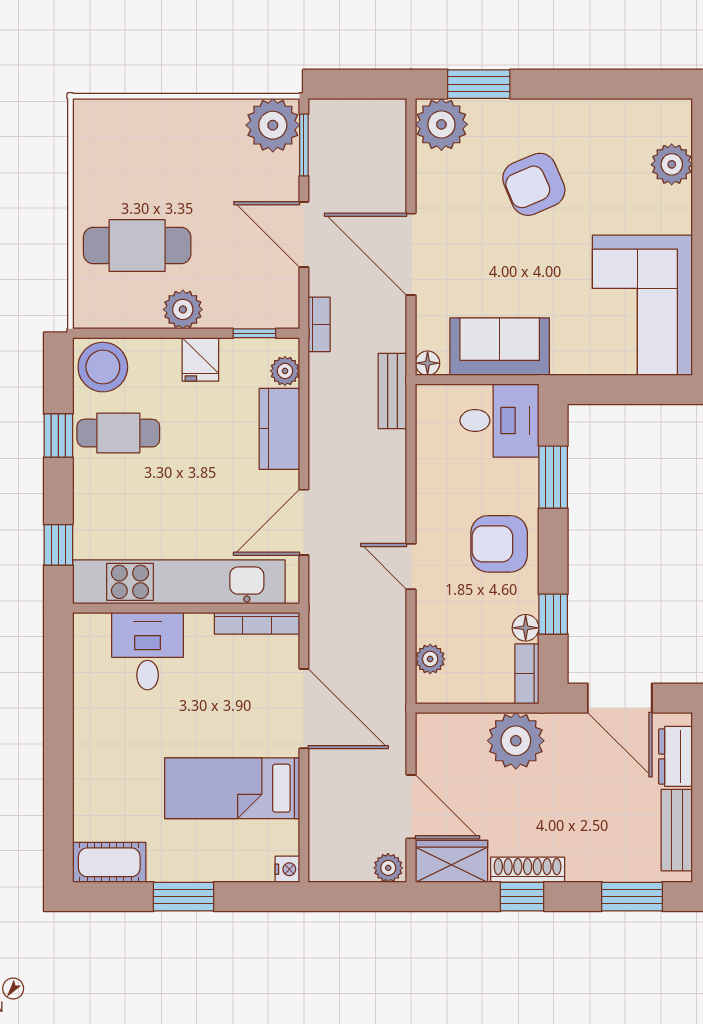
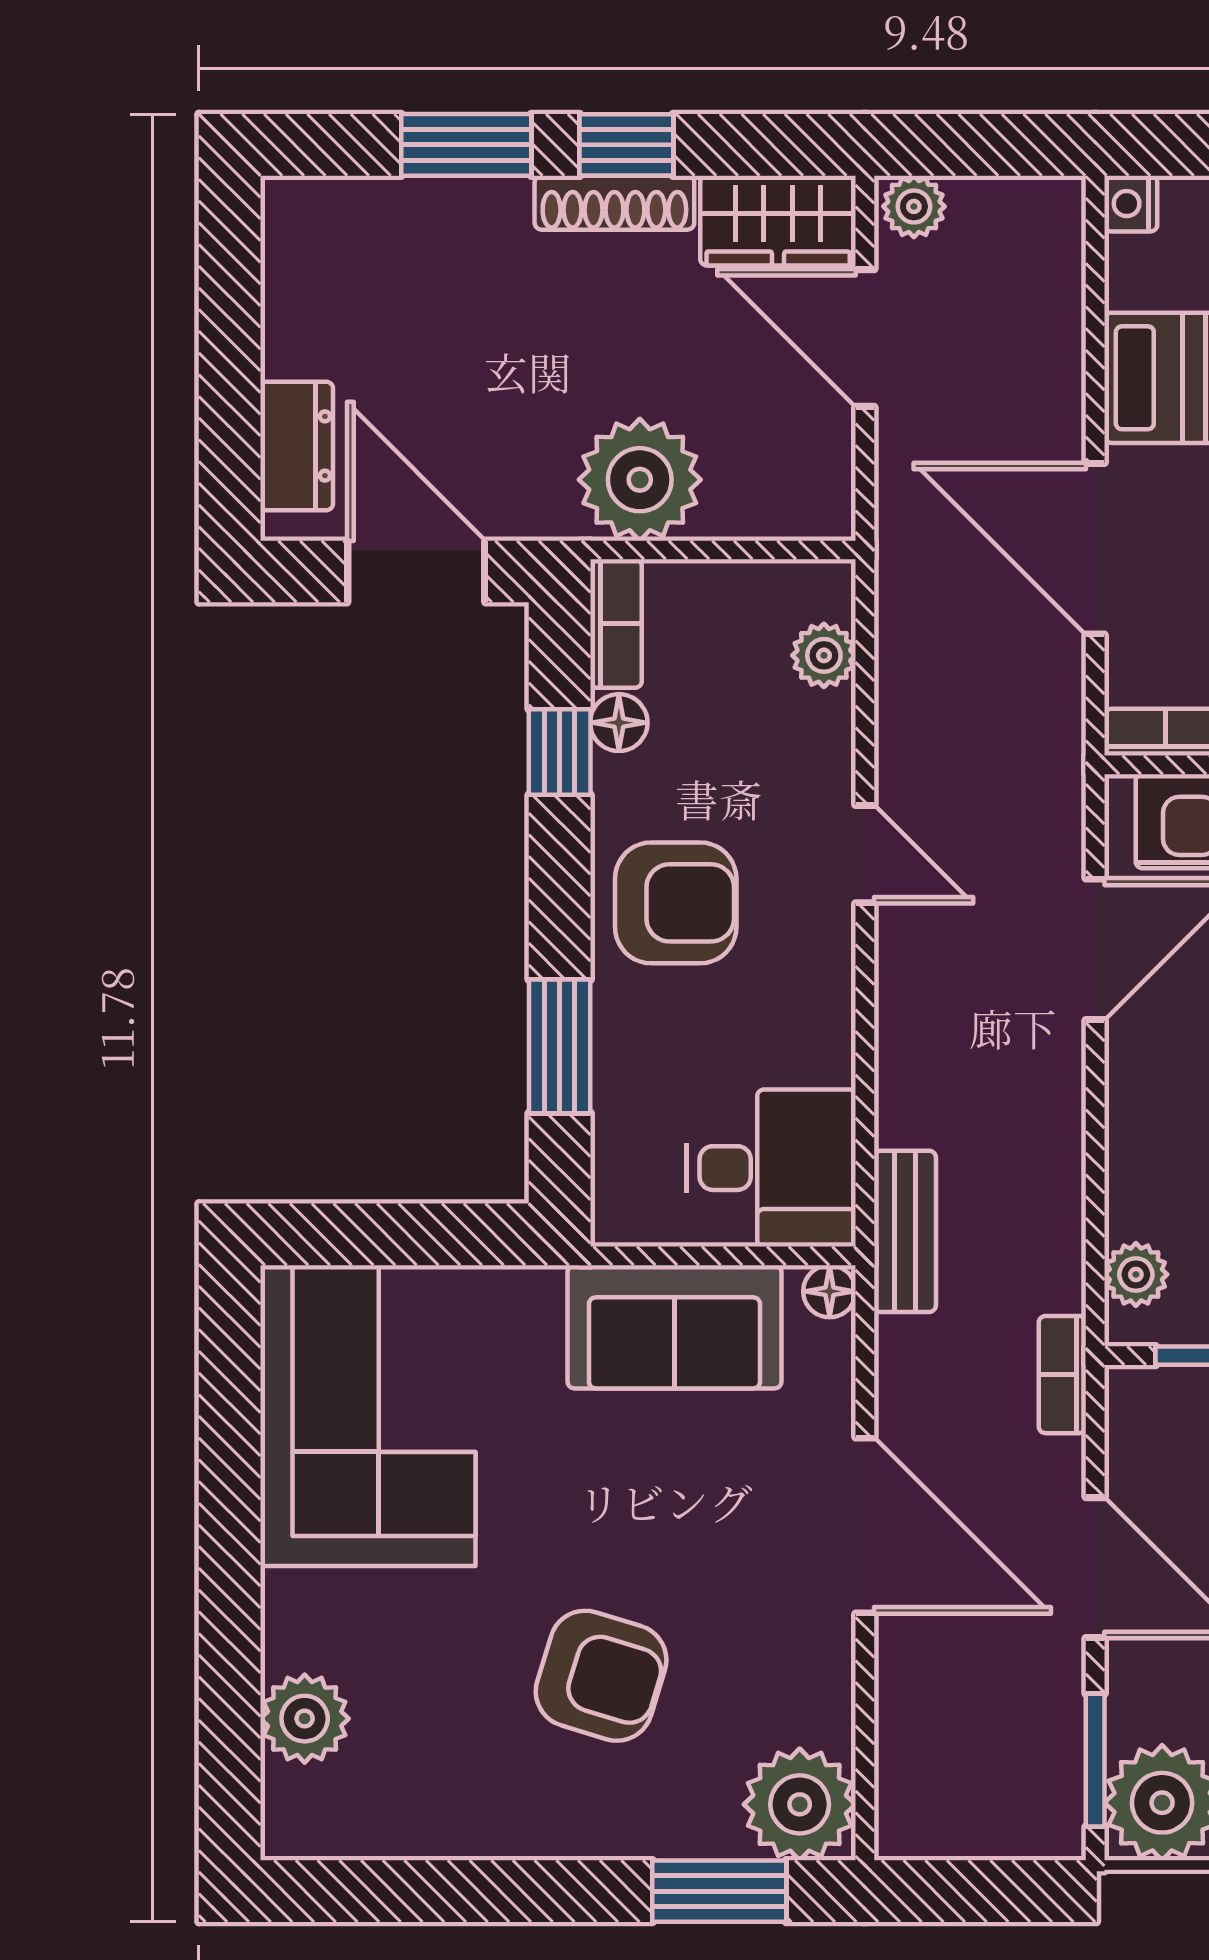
armchair: (534, 184) -> (601, 1676), turned 40
desk: (499, 420) -> (771, 1168), moved, turned 180
kitchen counter: (279, 429) -> (1148, 1150), removed
bench: (677, 830) -> (294, 288), removed
window: (632, 897) -> (466, 145), moved

